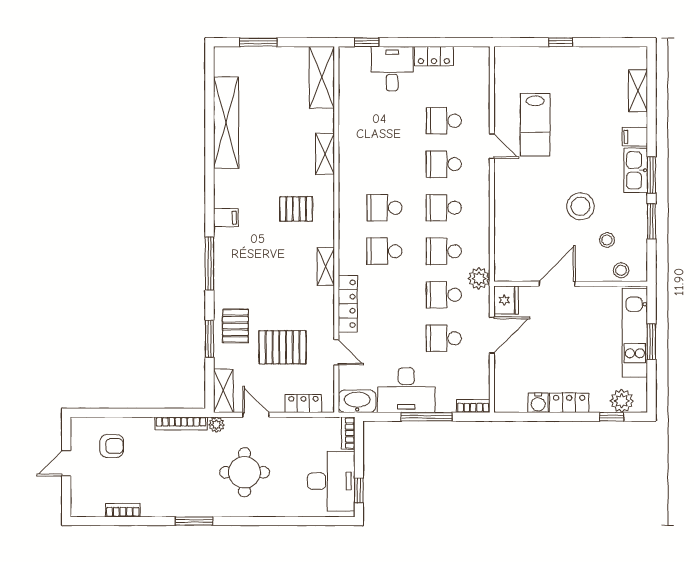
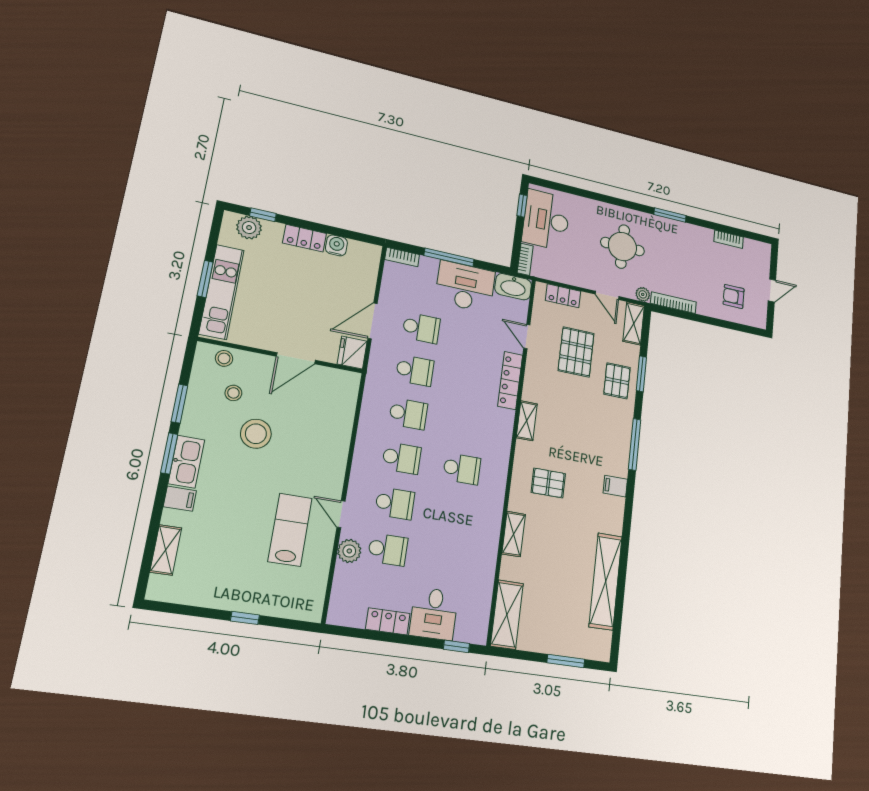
school desk: (384, 251) -> (468, 425), removed
plant: (479, 278) -> (349, 551), moved
pallet: (283, 347) -> (576, 352), turned 90

